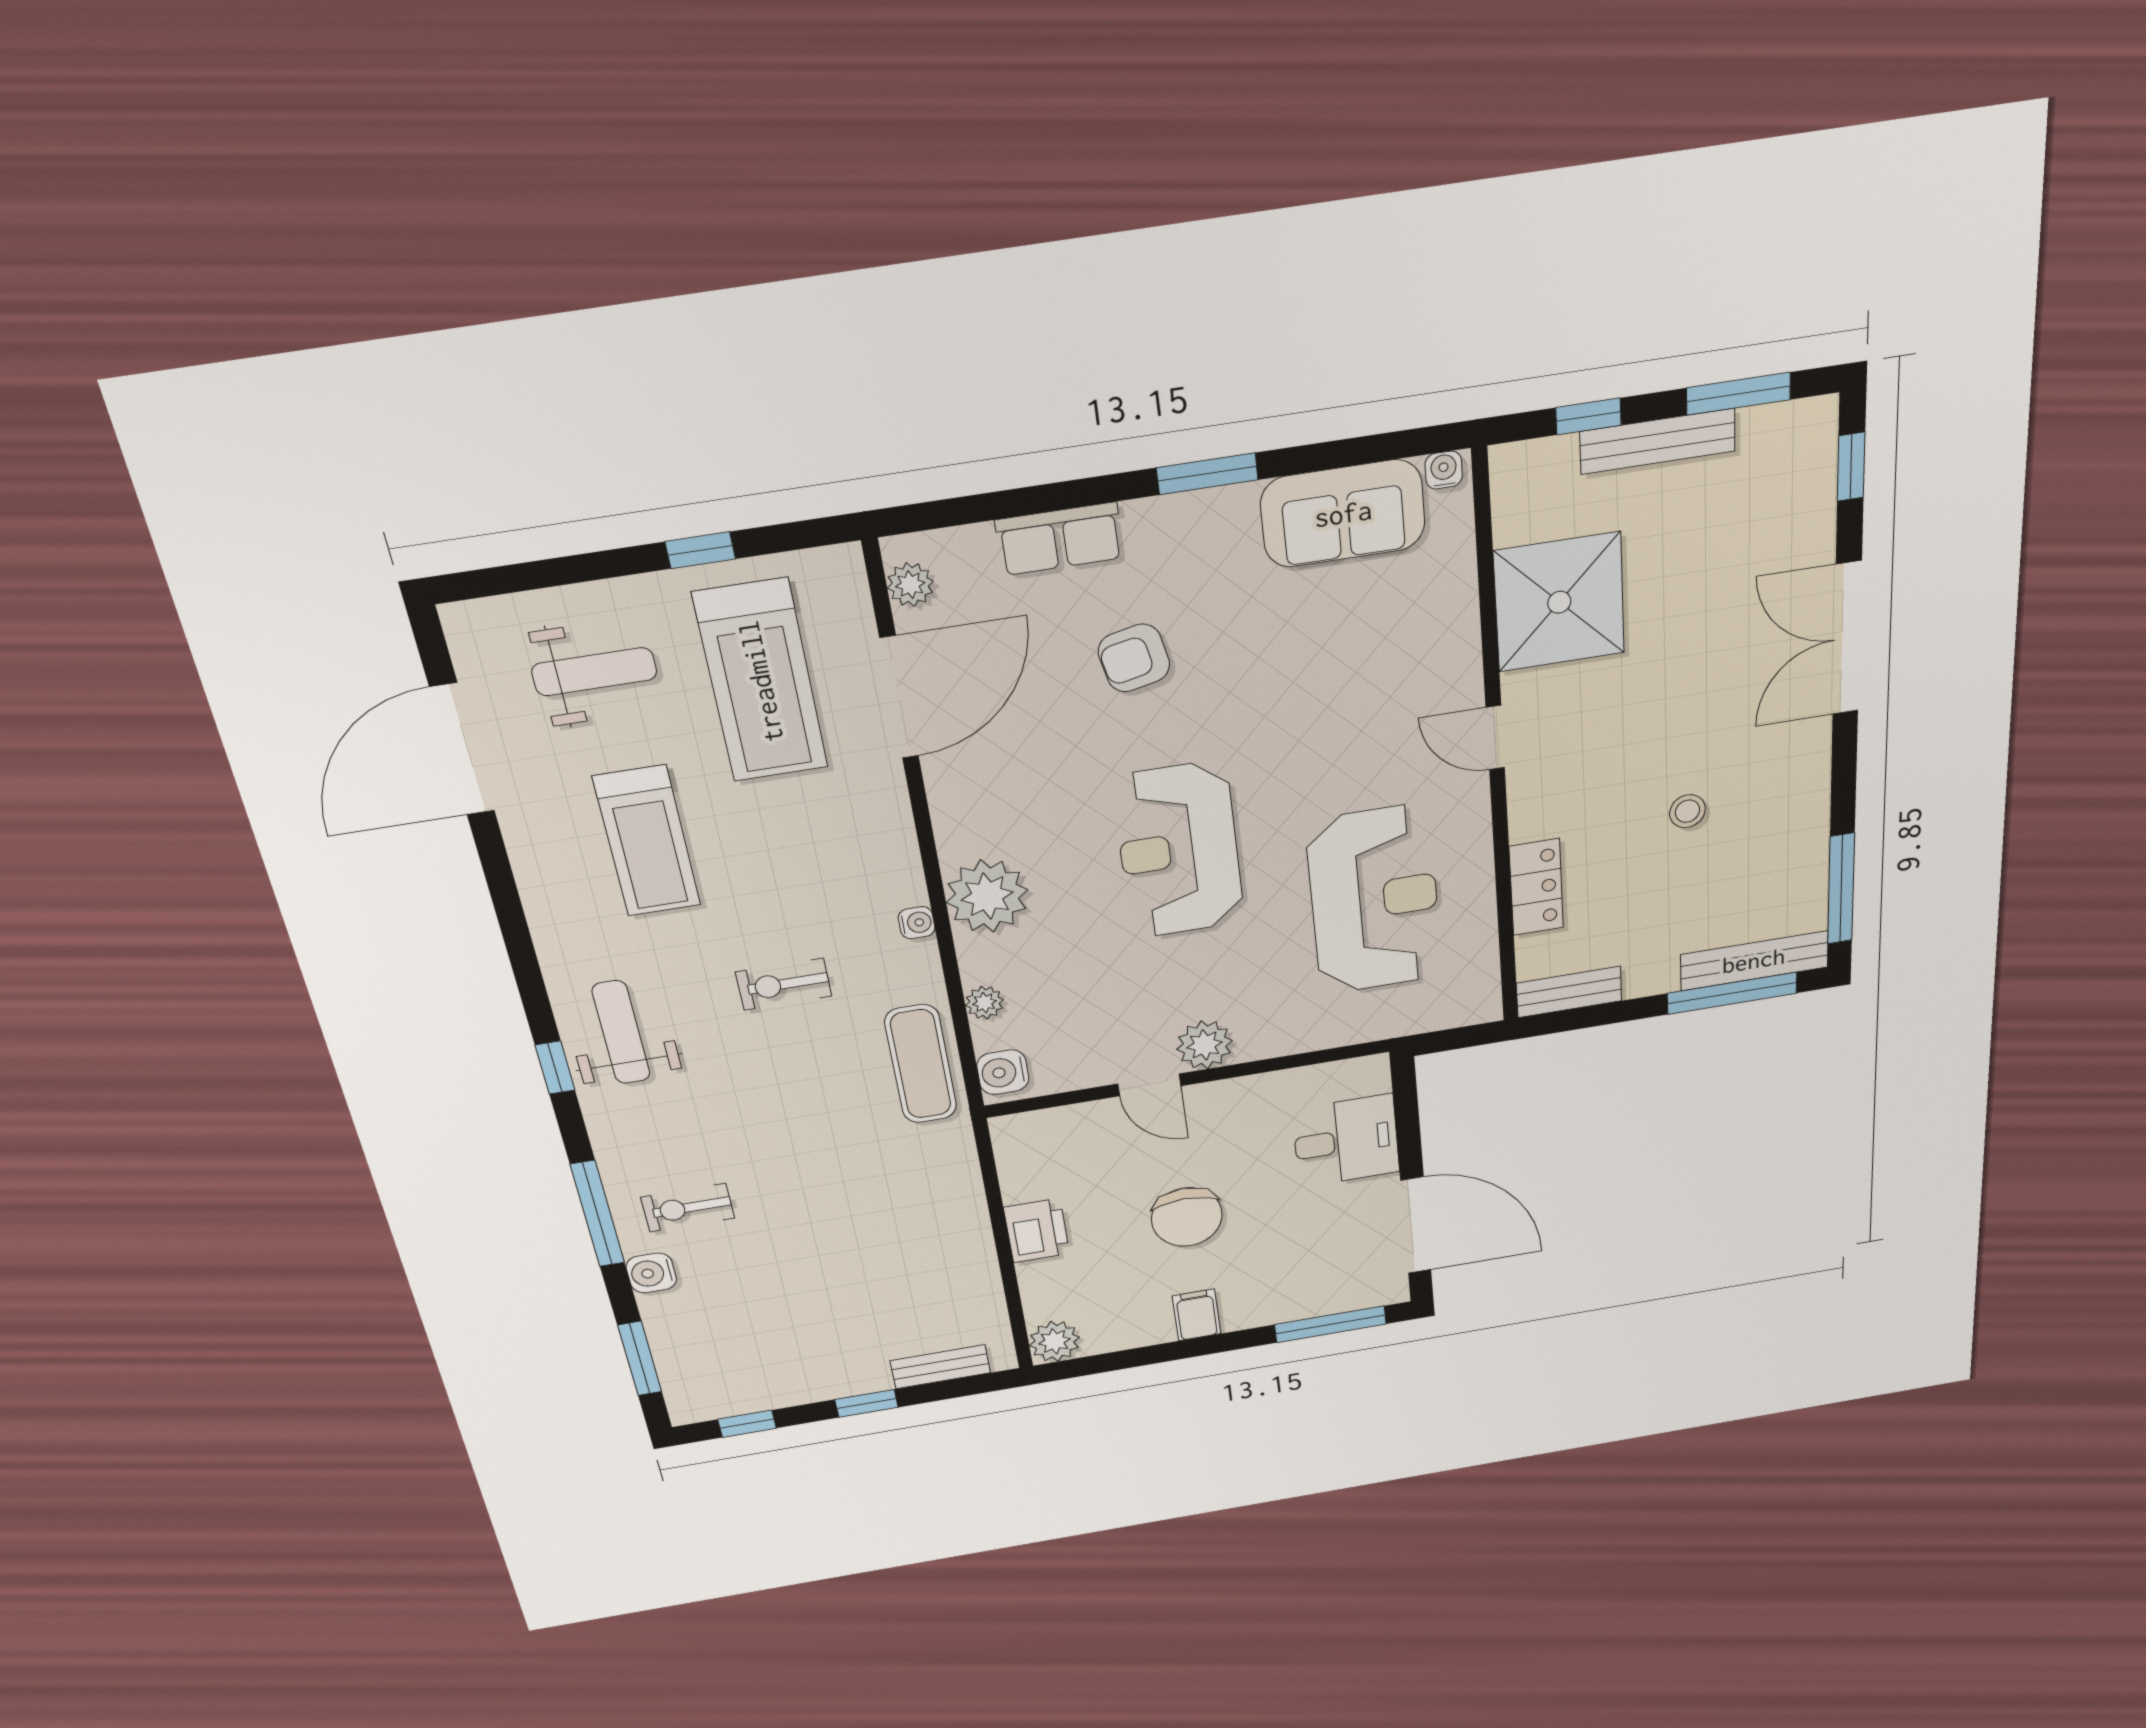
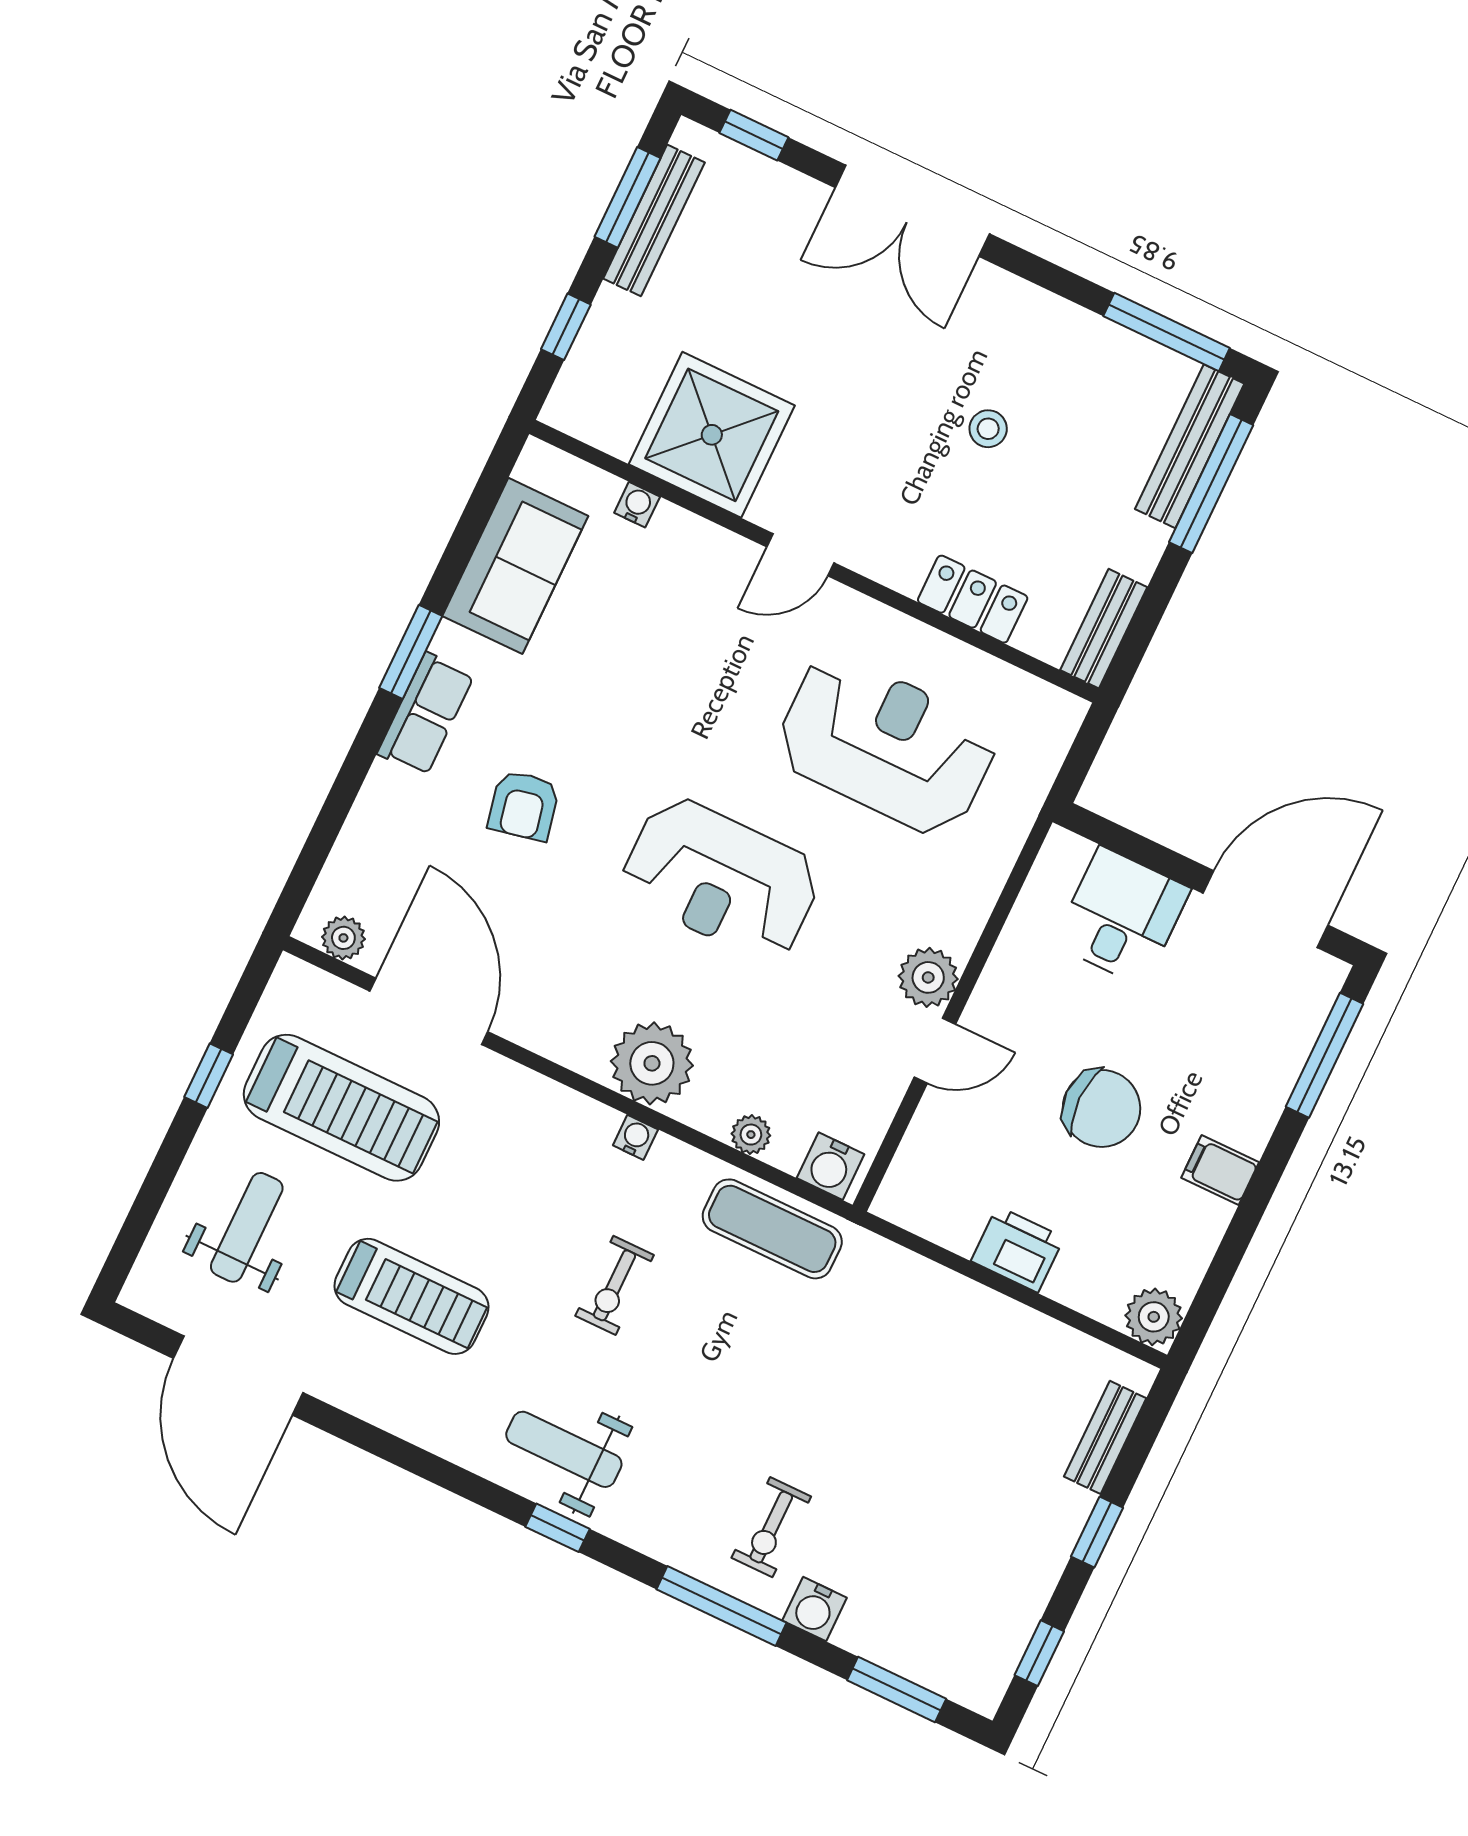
bench: (1658, 441) -> (654, 220), moved
water cooler: (1444, 470) -> (637, 505), moved, turned 90
row of seats: (1060, 539) -> (426, 714), moved

